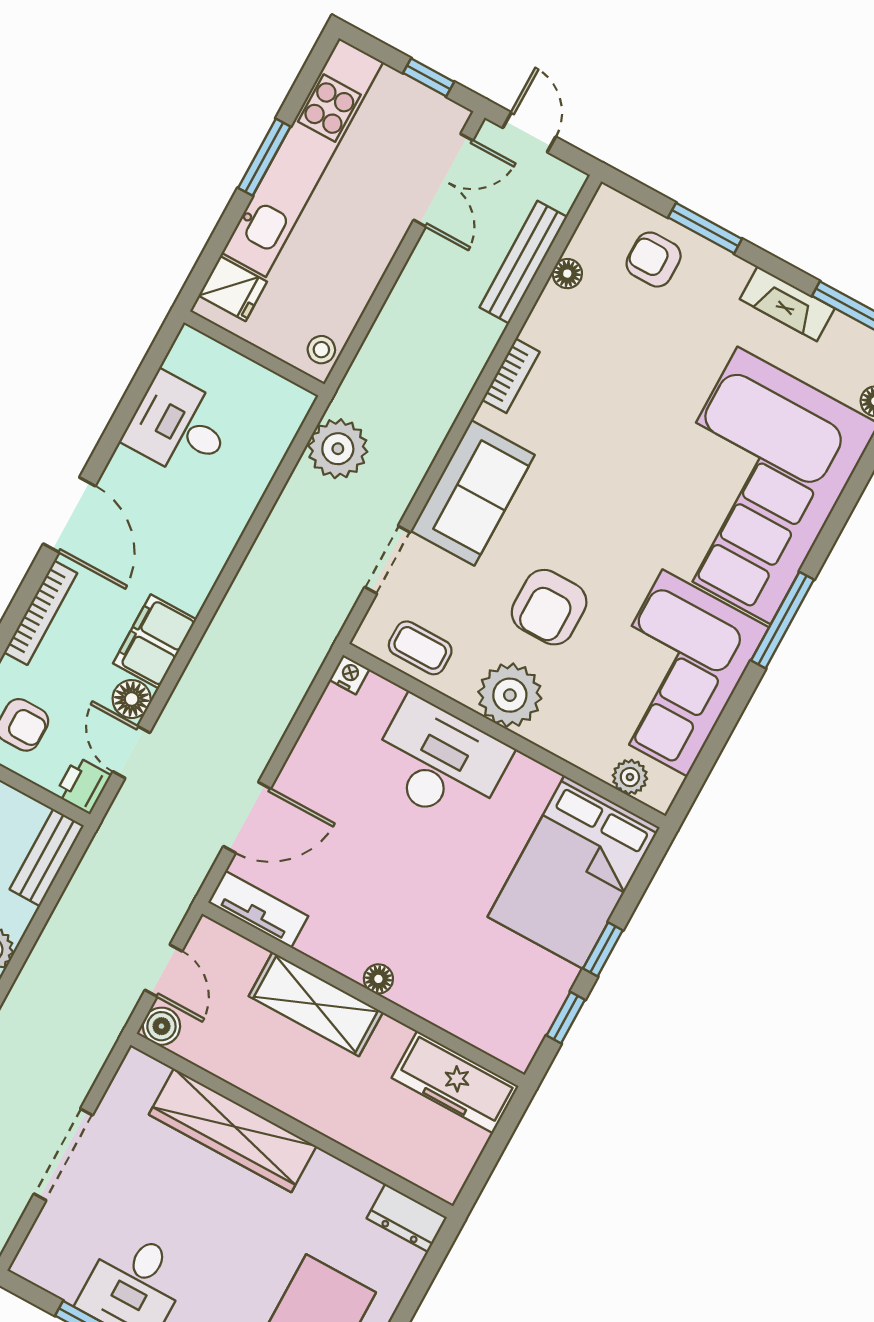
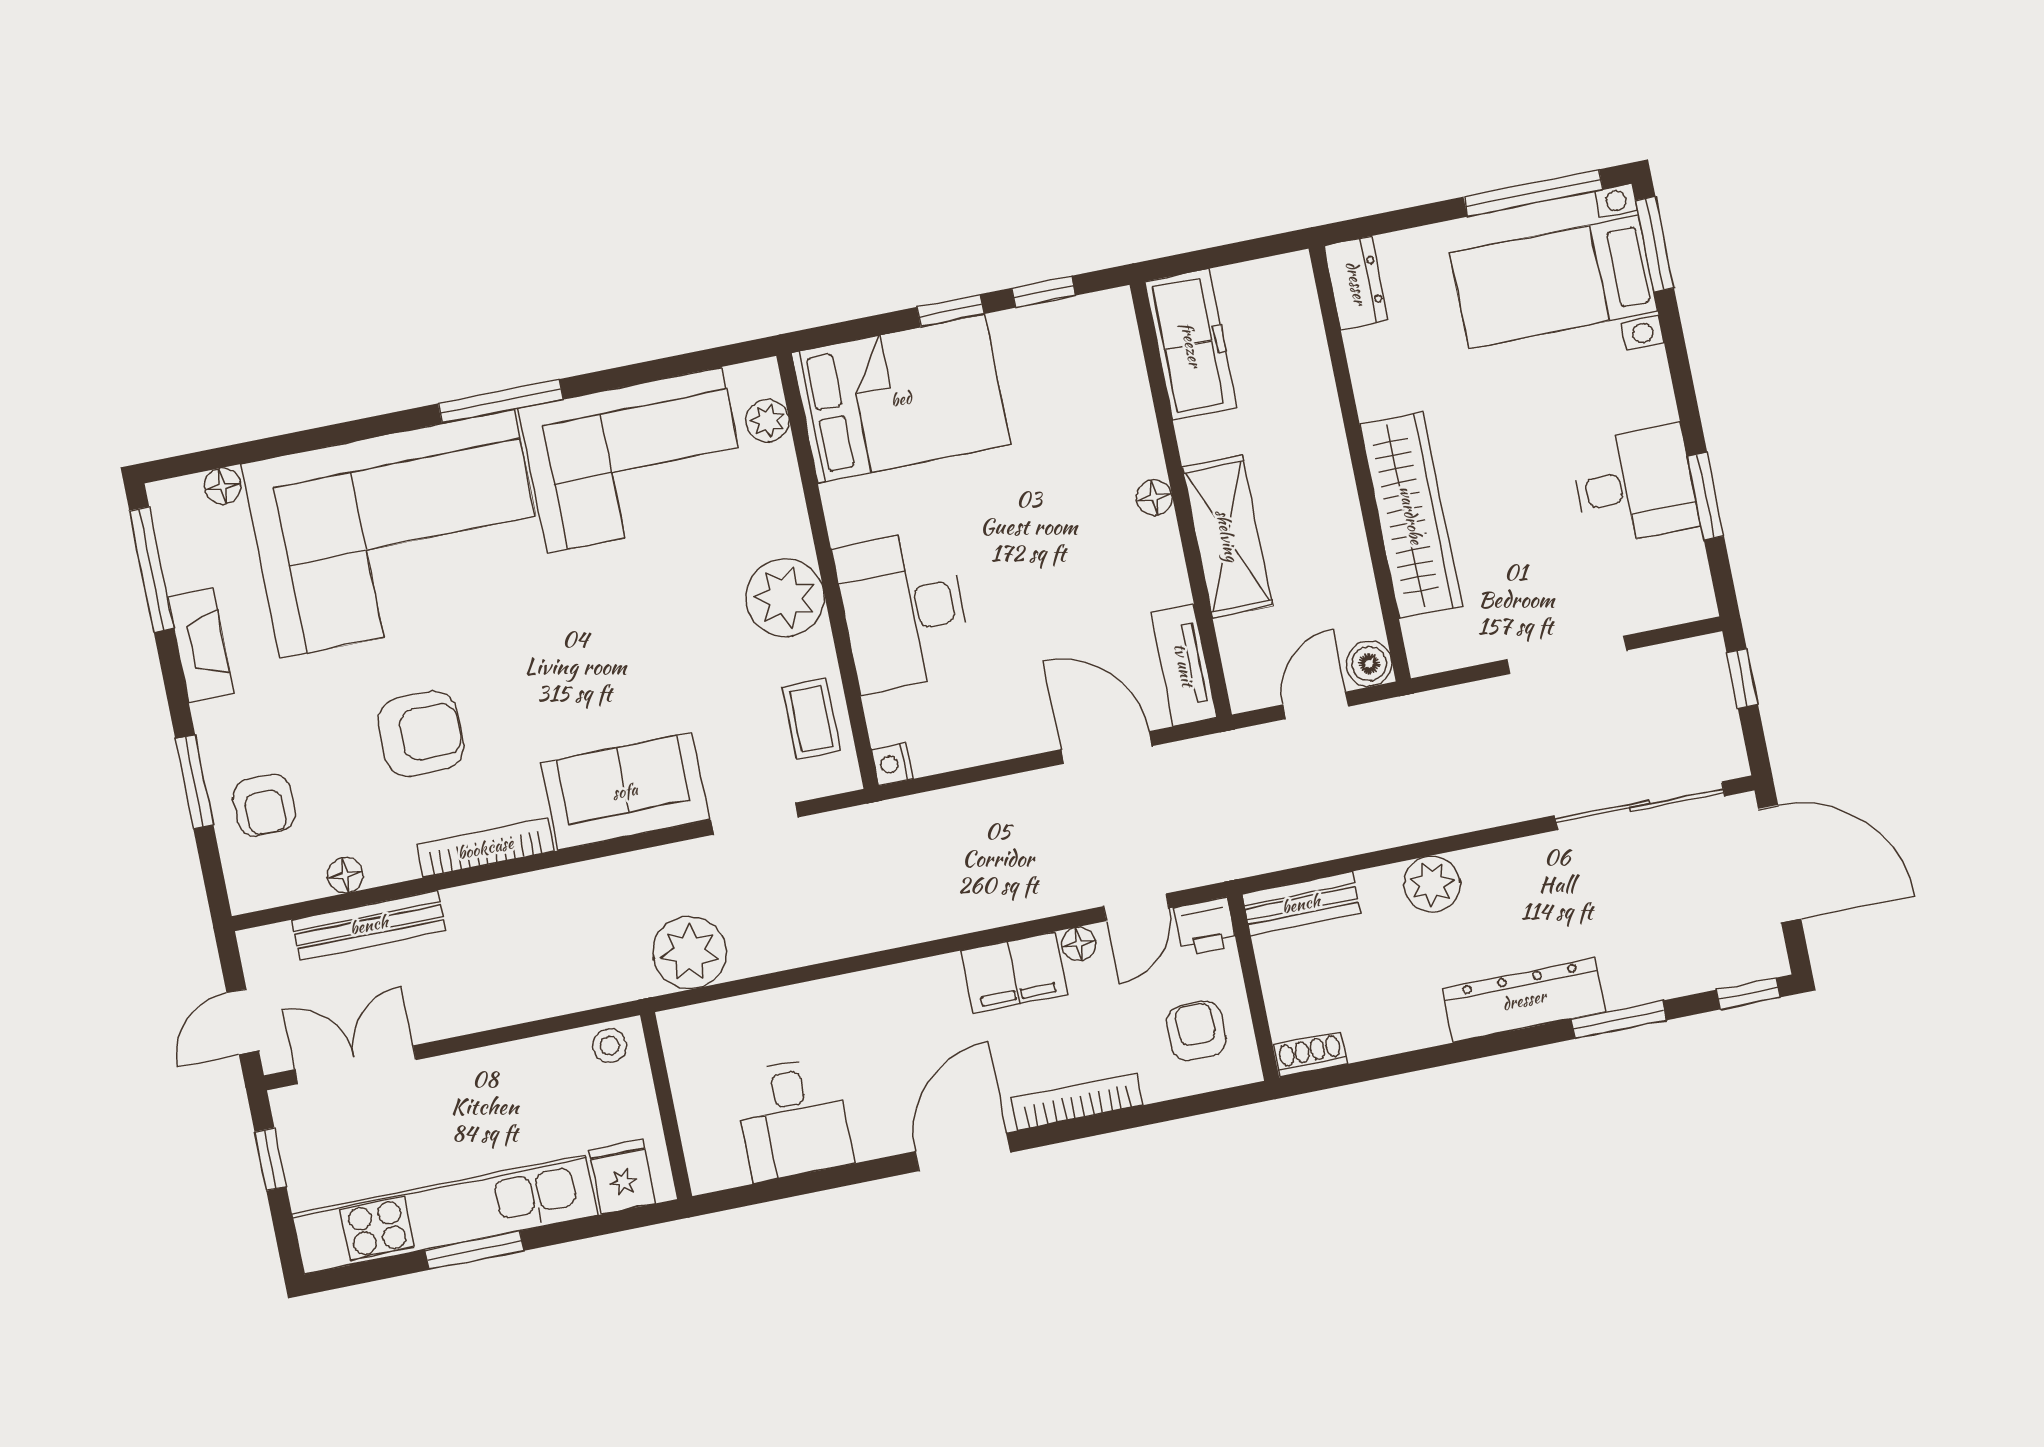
bookcase: (511, 376) -> (485, 848), width x1.56
armchair: (549, 607) -> (421, 734), moved
floor lamp: (132, 699) -> (1079, 944), width x0.73, depth x0.73

